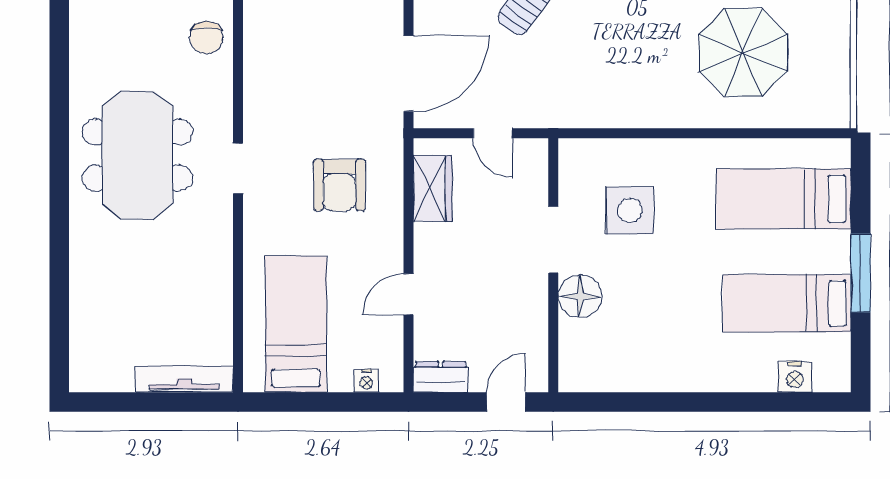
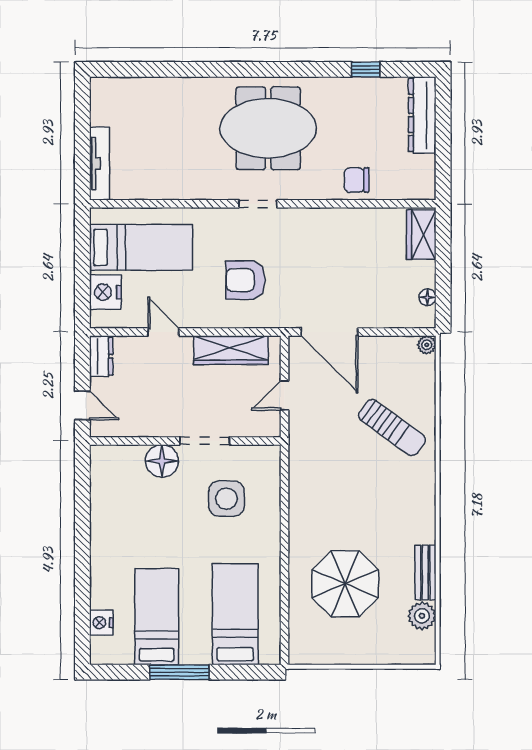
window: (59, 25) -> (366, 69), added
wardrobe: (432, 188) -> (231, 350), width x1.50
nightstand: (366, 381) -> (105, 292), width x1.89, depth x1.79

